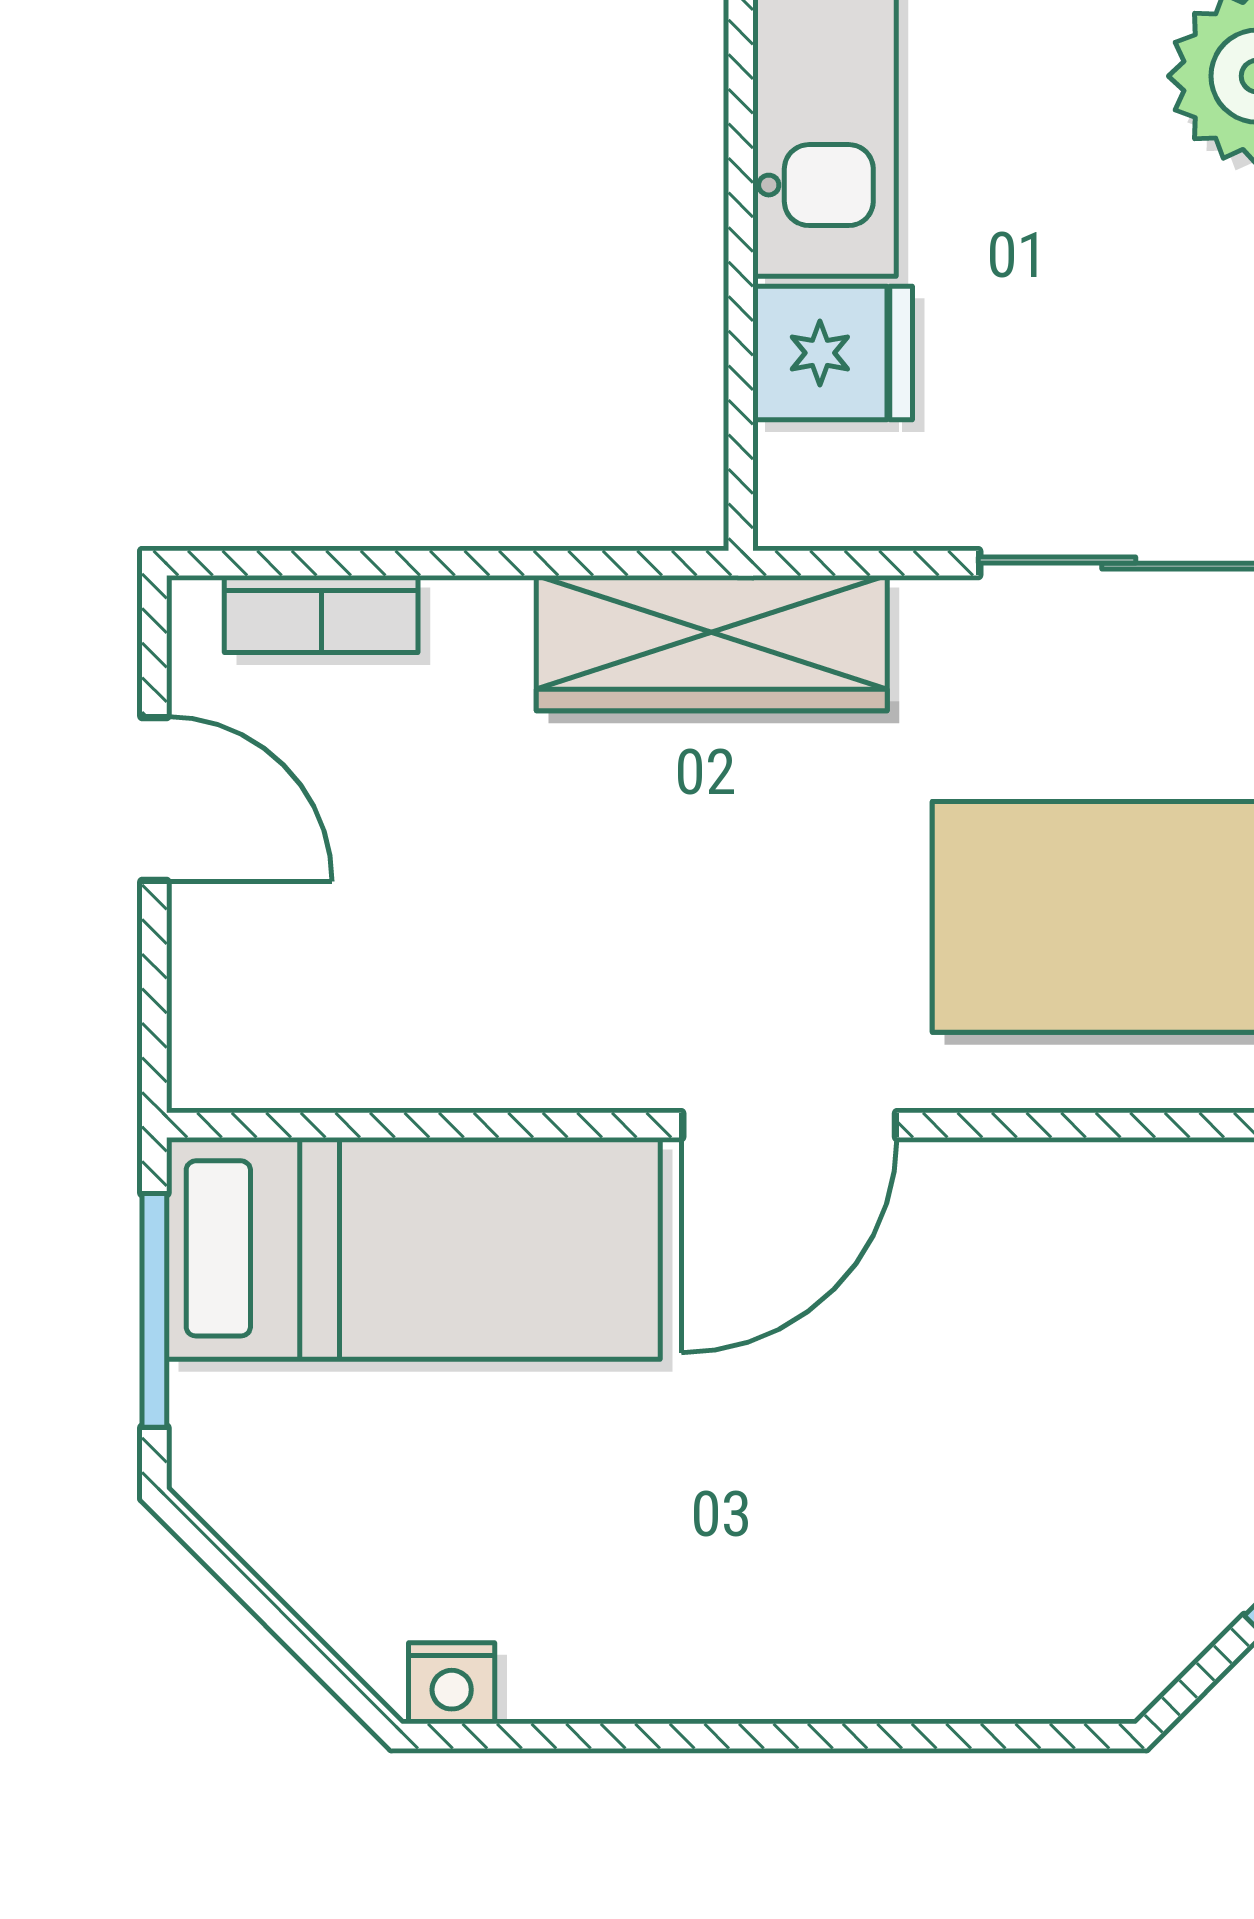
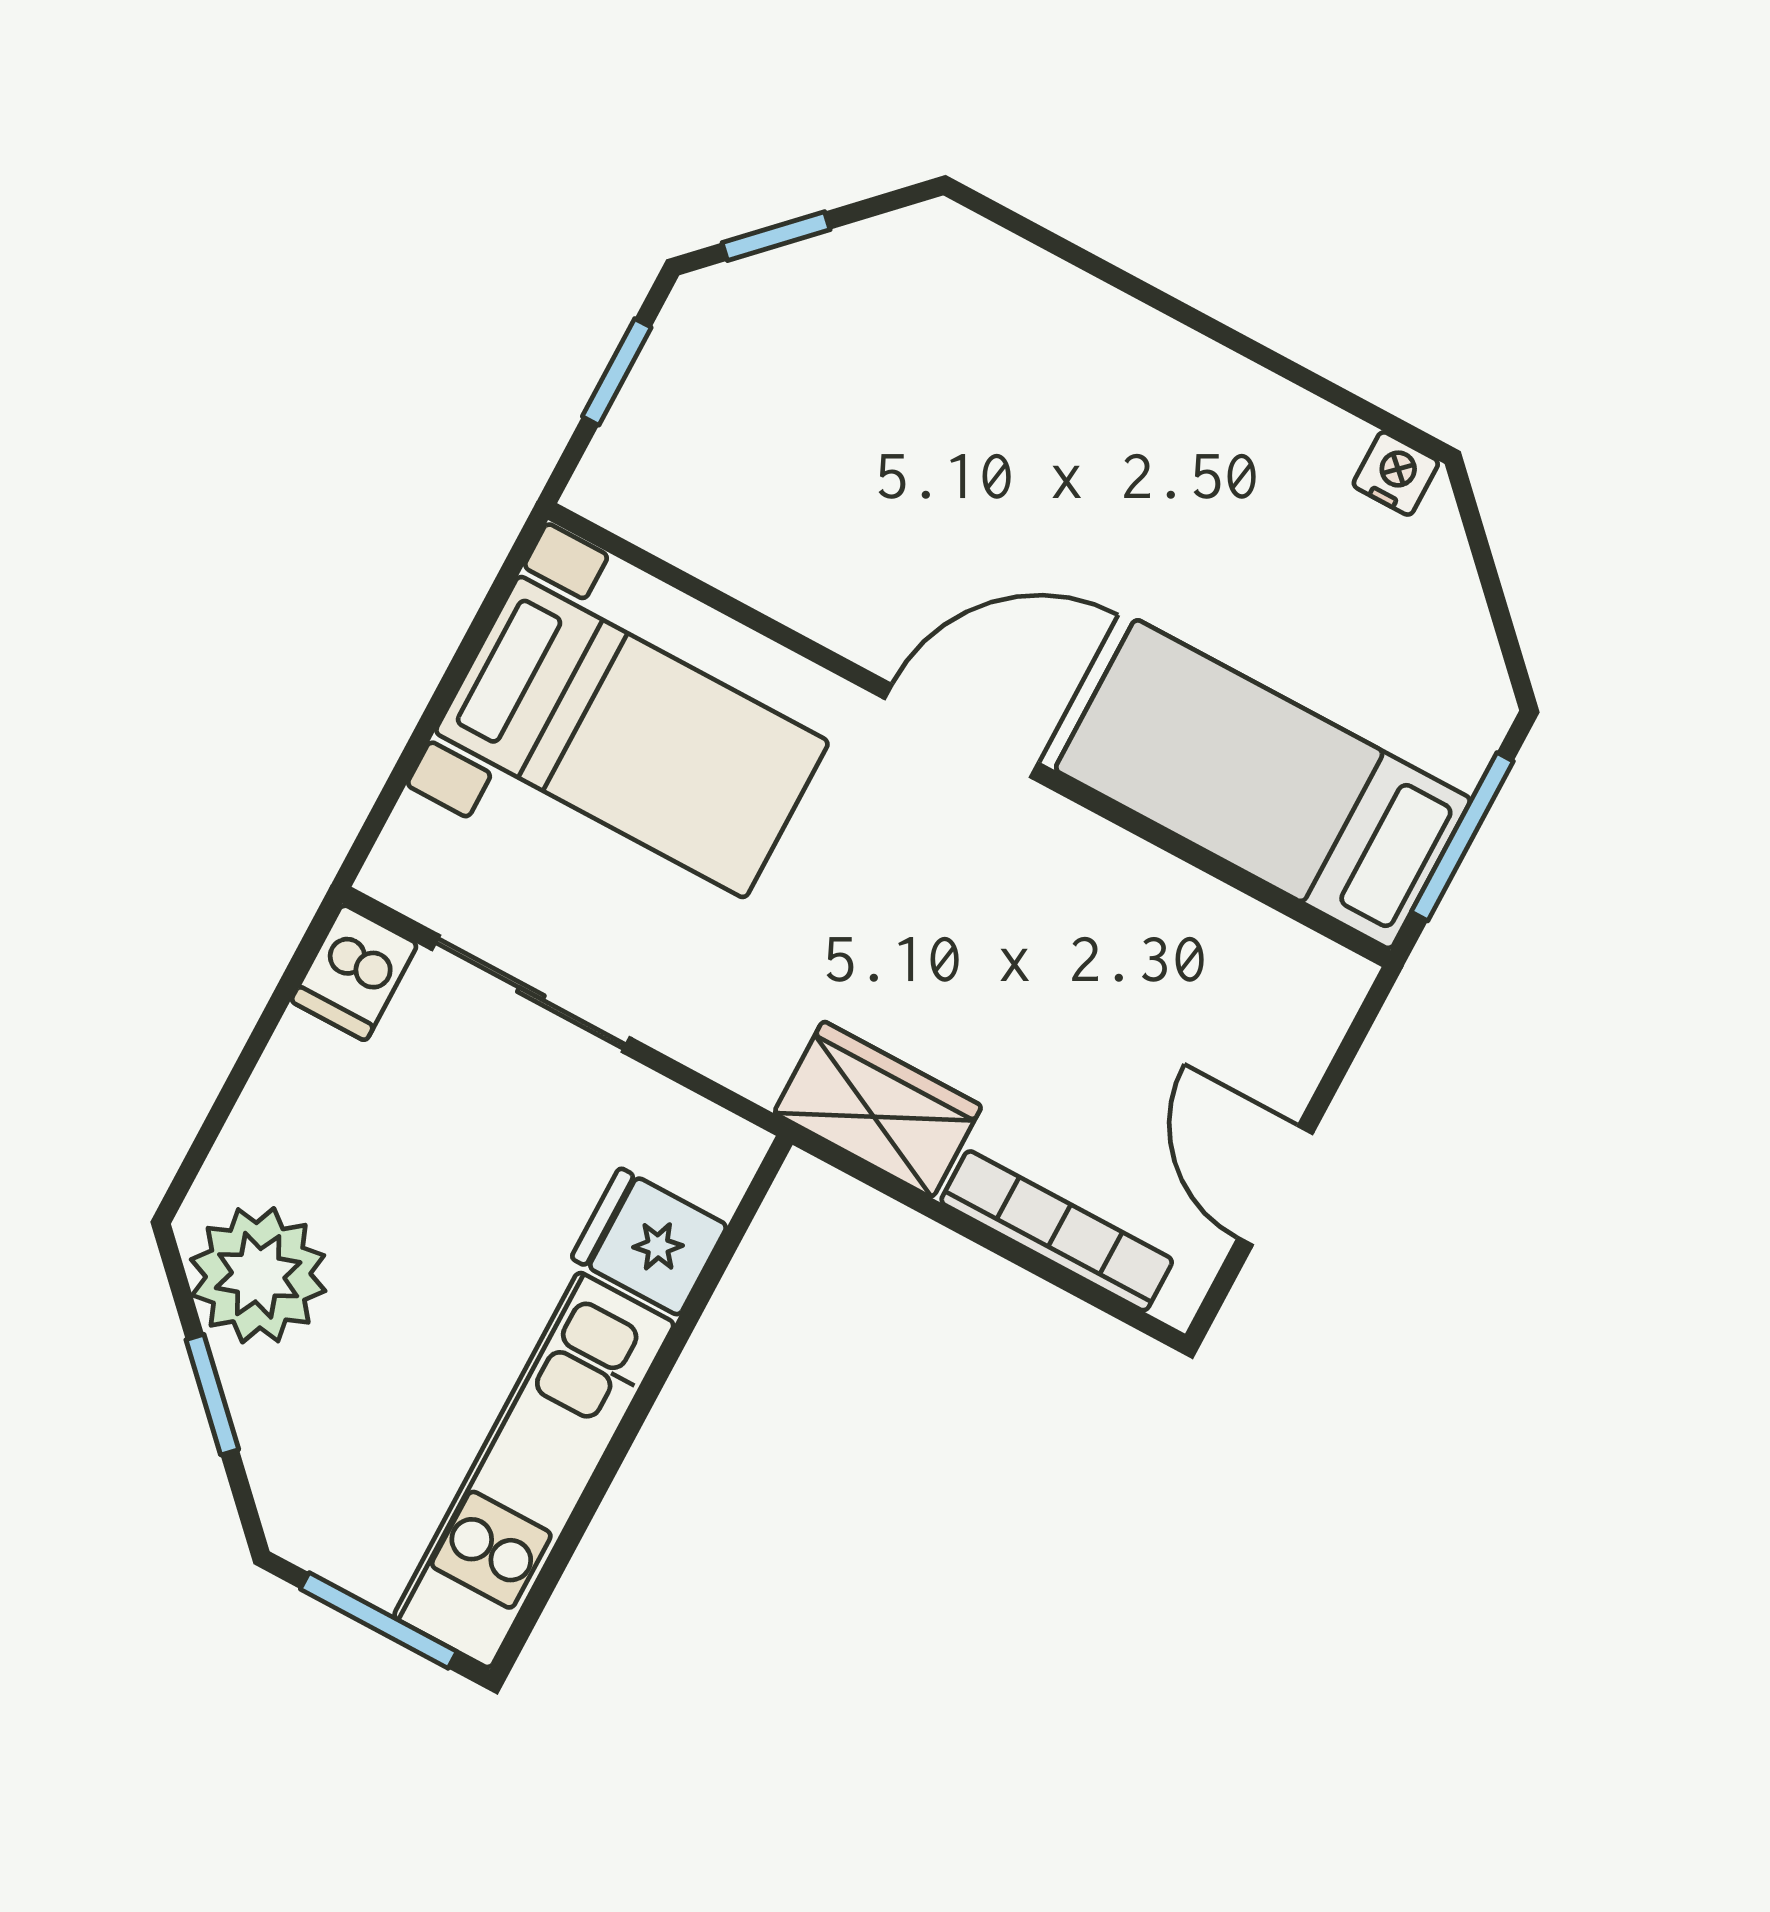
bookcase: (321, 614) -> (1057, 1231), width x1.56
wardrobe: (712, 643) -> (878, 1109), width x0.67

